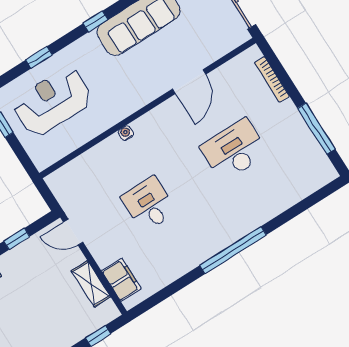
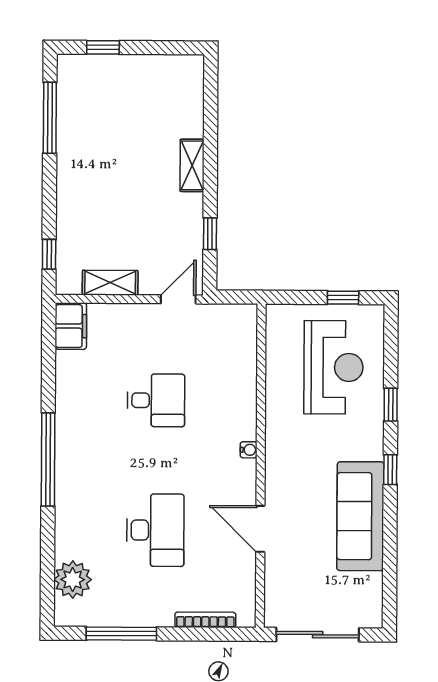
window: (39, 57) -> (391, 405), moved
water cooler: (126, 133) -> (249, 450), moved
plant: (301, 183) -> (73, 580), added
filing cabinet: (121, 280) -> (71, 326), moved, turned -90

